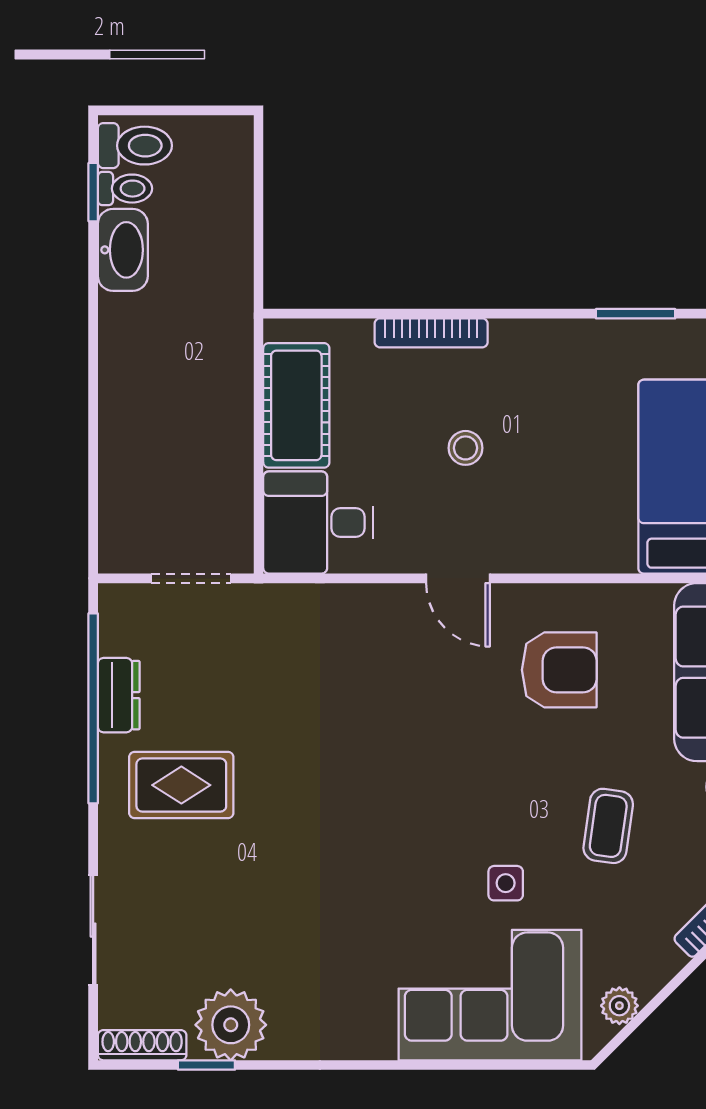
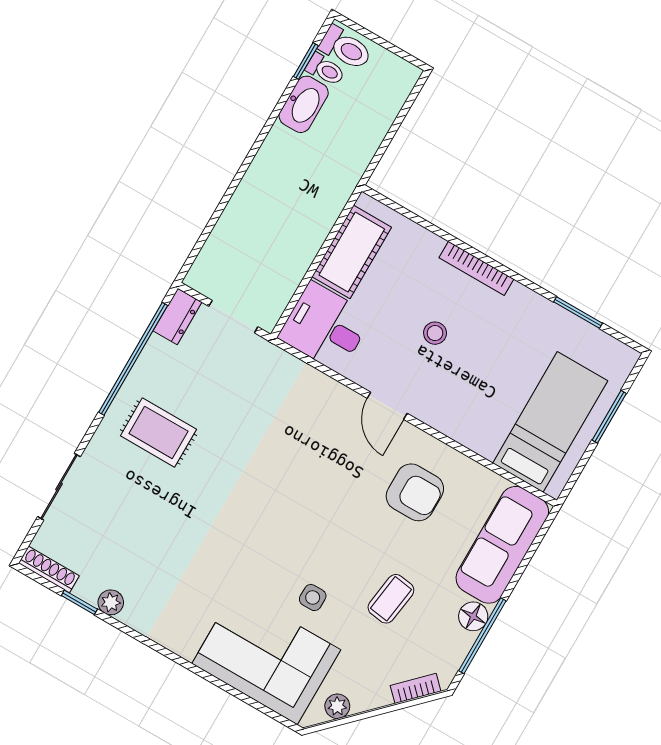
bookcase: (431, 333) -> (476, 268), moved
dresser: (119, 695) -> (177, 316), moved
plant: (231, 1025) -> (111, 602), width x0.53, depth x0.53

